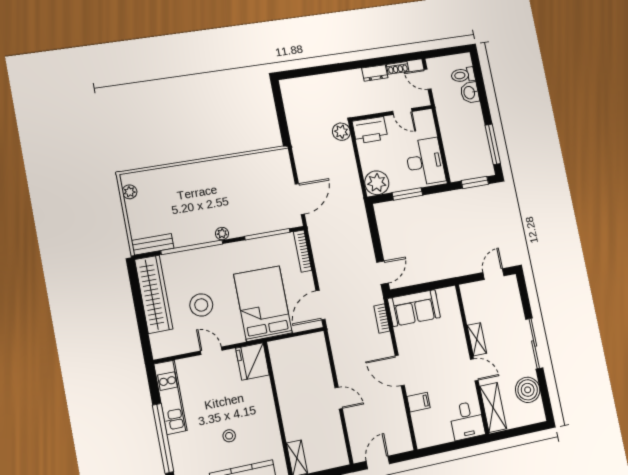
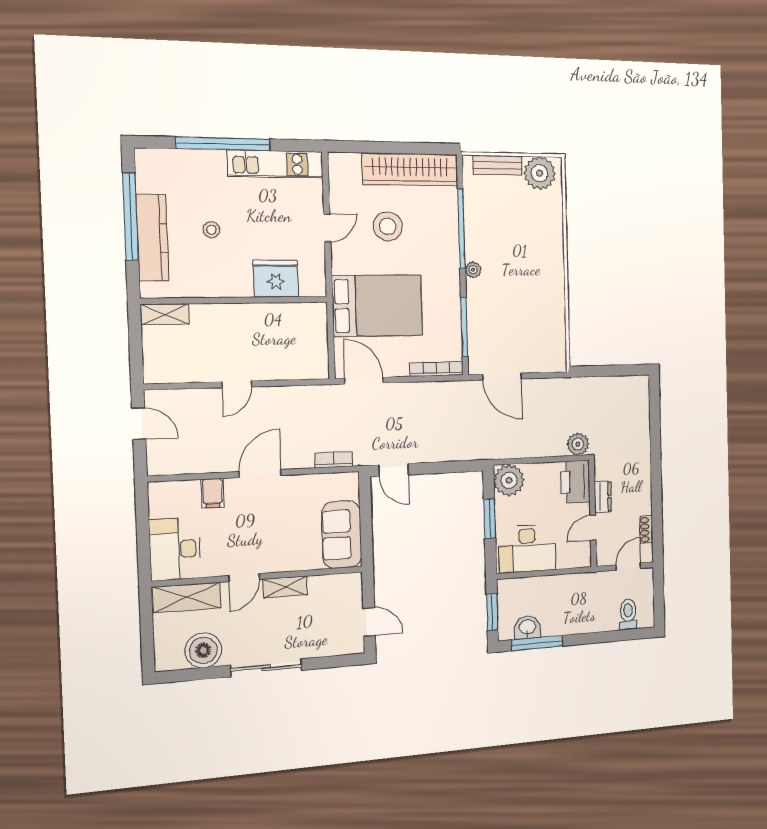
dresser: (375, 73) -> (603, 497), moved, turned 180
washbasin: (470, 93) -> (528, 627), moved
plant: (130, 192) -> (540, 173), width x1.87, depth x1.87
bench: (153, 244) -> (498, 165), moved, turned 90
sofa: (414, 308) -> (342, 535), moved
fridge: (252, 362) -> (276, 279), moved
desk: (467, 421) -> (175, 549), width x1.37

